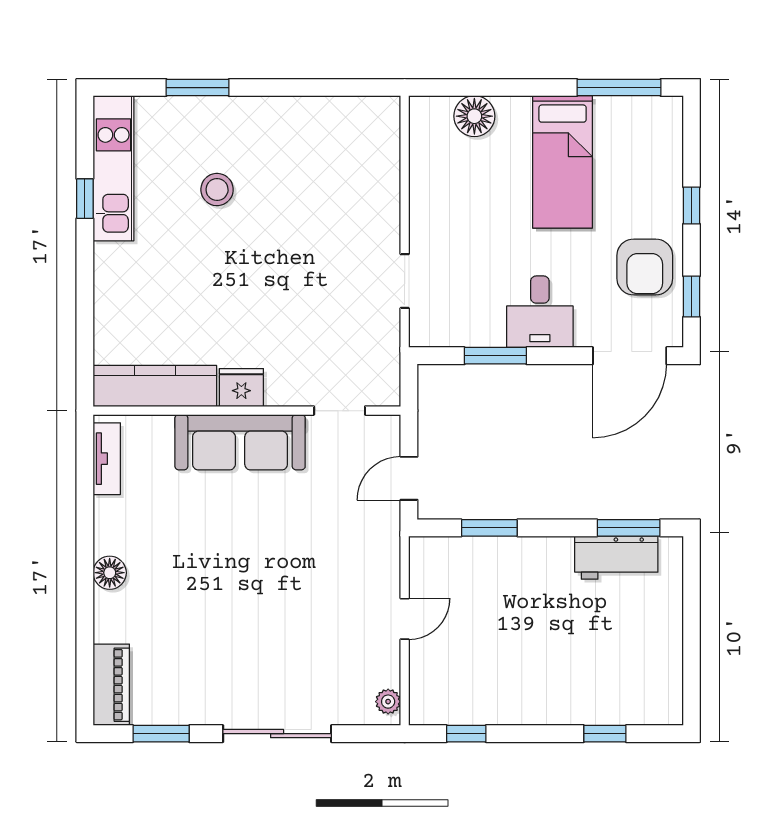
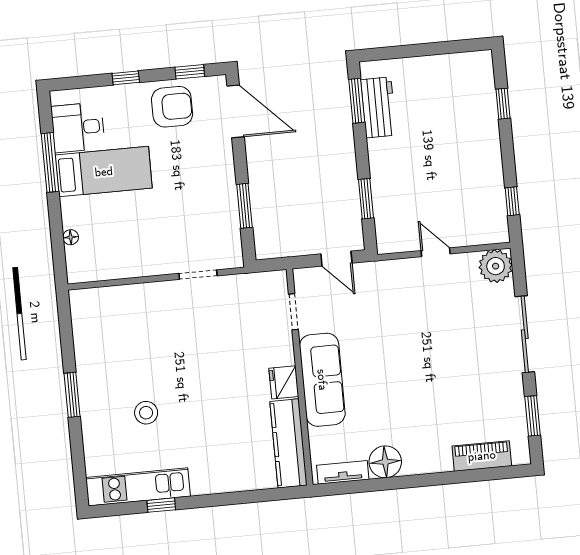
window: (198, 88) -> (72, 395), moved
window: (619, 88) -> (50, 162), moved
floor lamp: (474, 116) -> (71, 237), width x0.53, depth x0.53
desk: (540, 312) -> (78, 127), moved, turned 180
floor lamp: (110, 573) -> (385, 462), moved, width x1.38, depth x1.38
piano: (111, 685) -> (482, 456), moved
plant: (388, 702) -> (496, 266), width x1.88, depth x1.88

